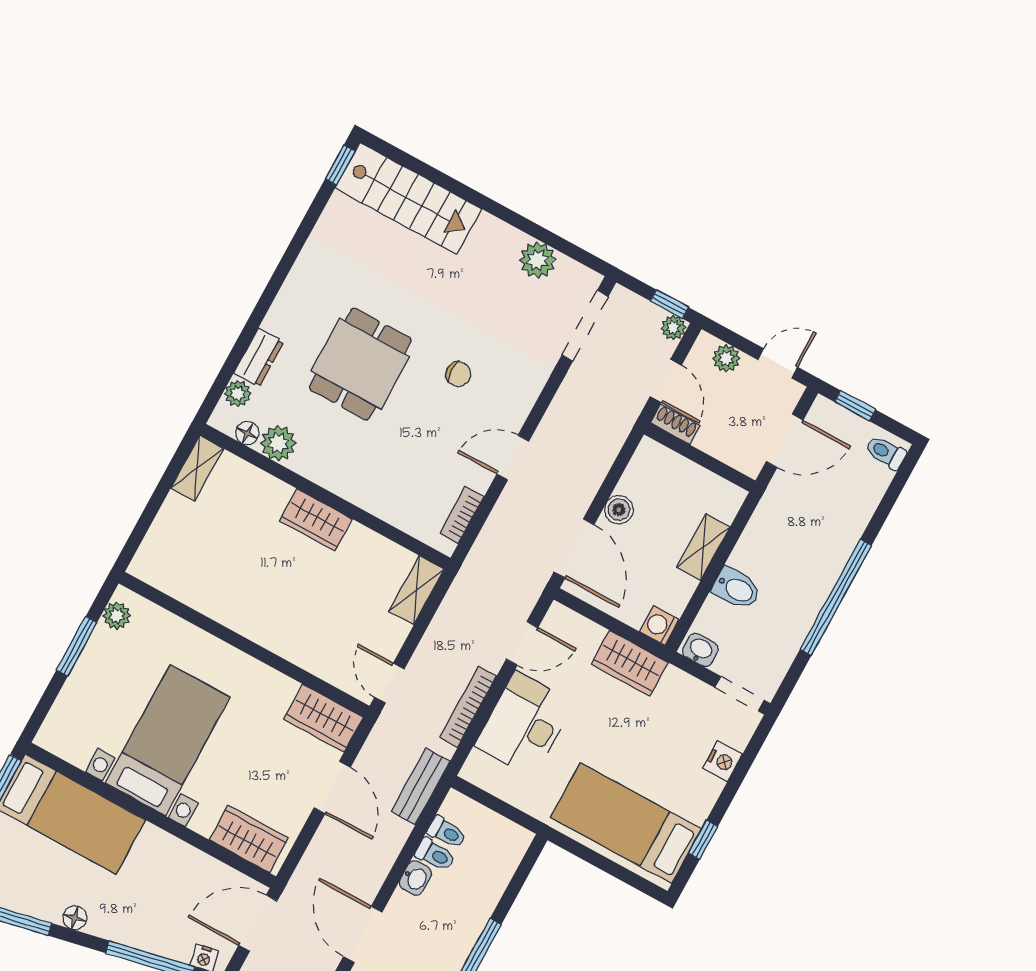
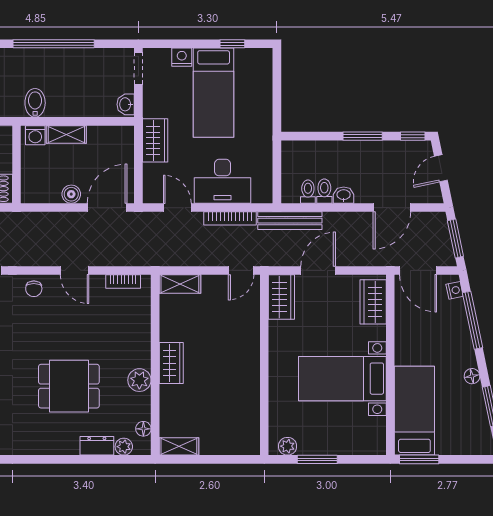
chair: (458, 374) -> (34, 289), moved, turned 180
plant: (278, 443) -> (139, 380), moved
bidet: (736, 589) -> (35, 103), moved
washing machine: (659, 626) -> (35, 135), moved
bench: (421, 786) -> (290, 221), width x1.36
bed: (626, 823) -> (214, 93), moved

